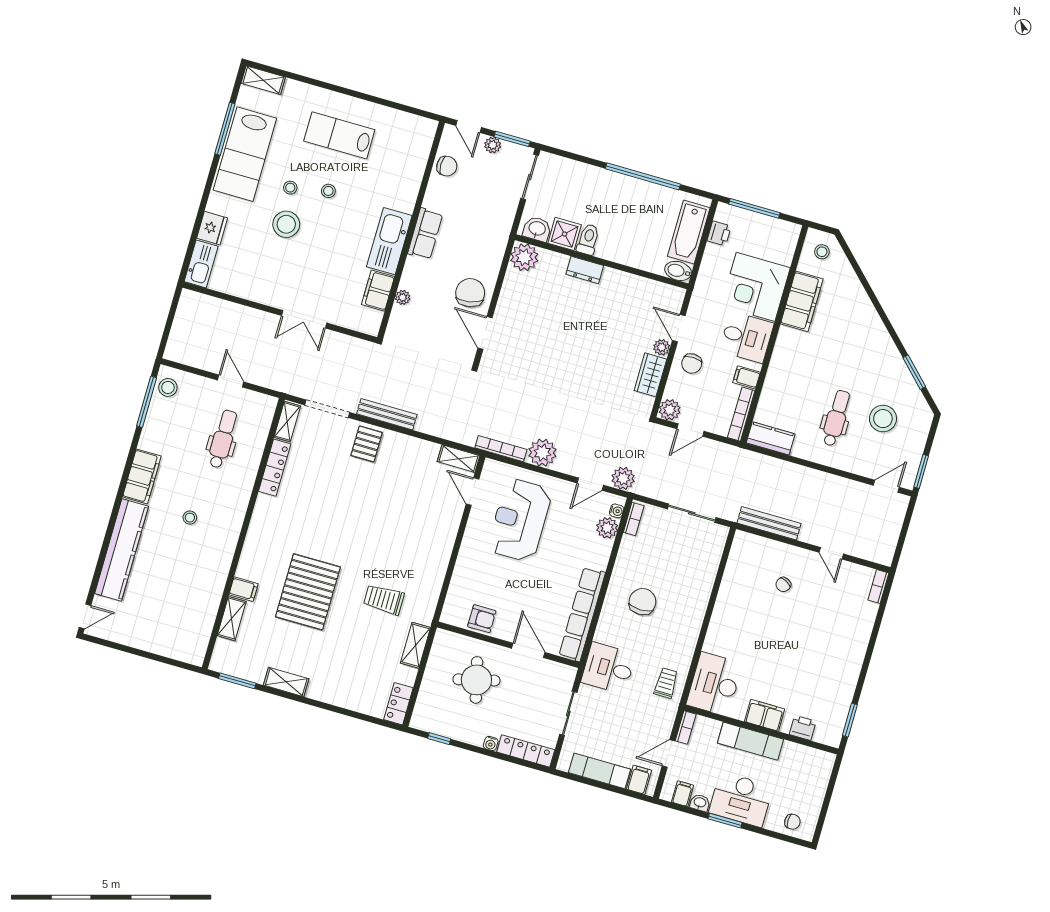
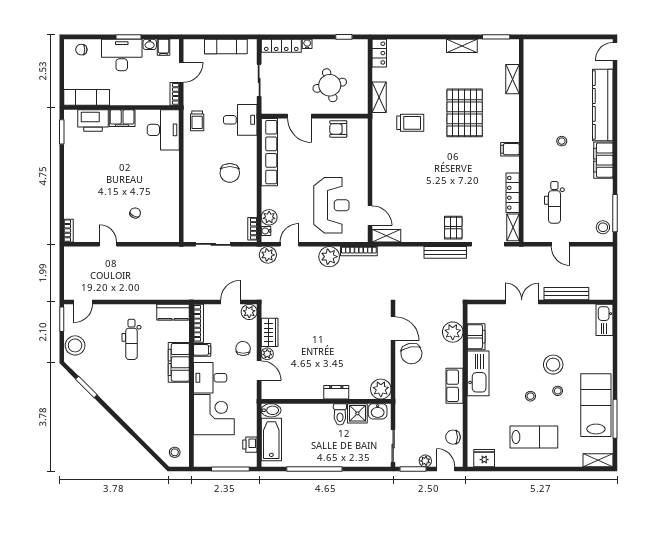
fridge: (212, 228) -> (484, 458), moved, turned 90
plant: (403, 297) -> (453, 332), width x1.87, depth x1.87
filing cabinet: (802, 301) -> (179, 362), moved
stool: (883, 419) -> (75, 345), moved
bench: (769, 523) -> (566, 294), moved
filing cabinet: (244, 589) -> (510, 149), moved
printer: (803, 728) -> (93, 121), width x1.87, depth x1.48
exam couch: (750, 741) -> (87, 97), moved
filing cabinet: (639, 780) -> (197, 48), removed

